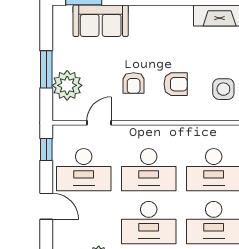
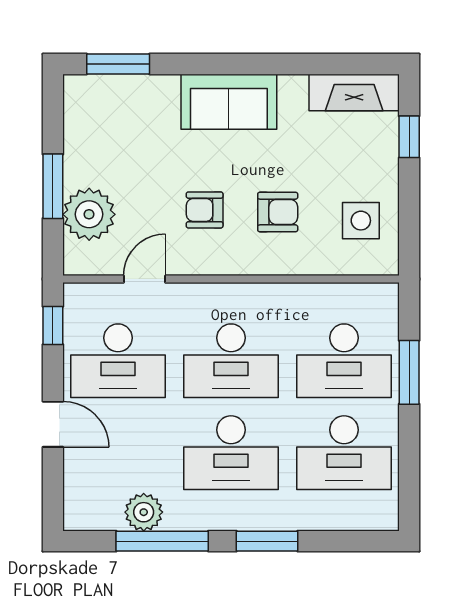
sofa: (101, 21) -> (229, 102), moved
armchair: (134, 83) -> (205, 210), turned 90

